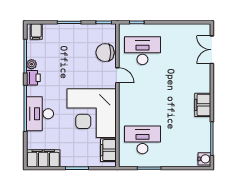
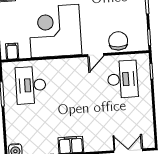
desk: (142, 140) -> (31, 85), turned 180
filing cabinet: (108, 150) -> (12, 51), width x0.50

